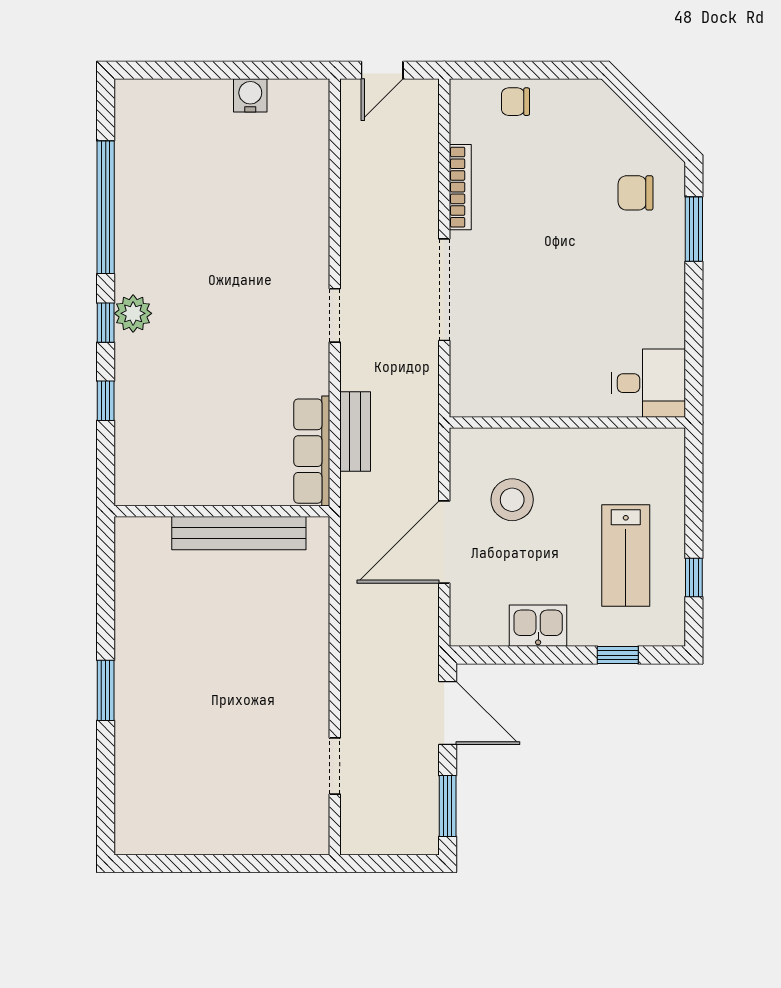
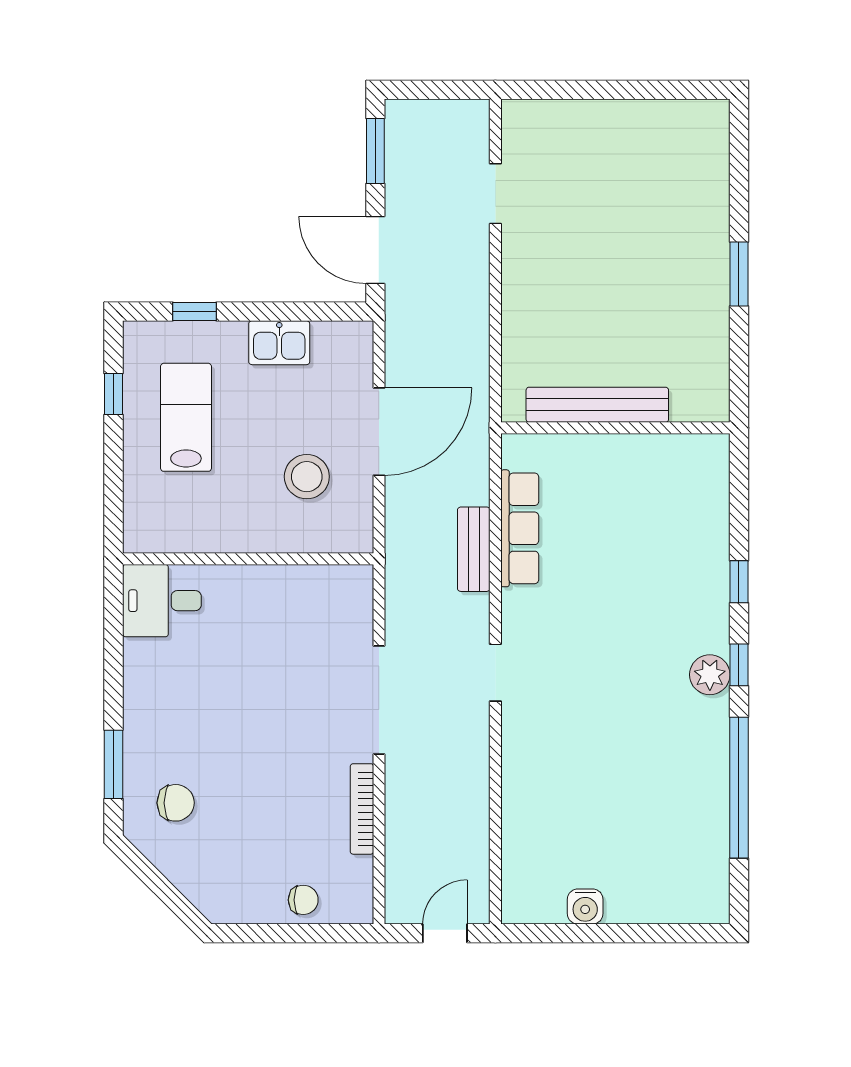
wall: (222, 511) -> (615, 428), moved
bench: (239, 533) -> (597, 405), moved

